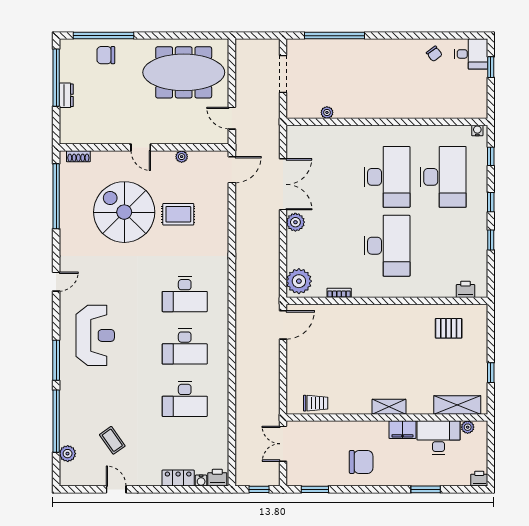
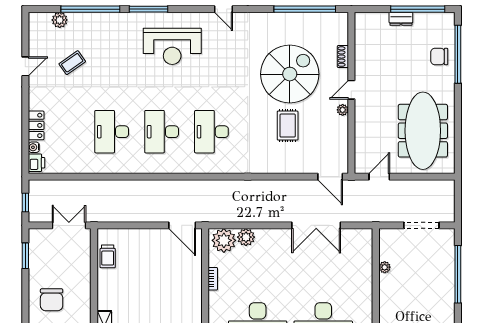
chair: (106, 55) -> (439, 56), turned -90
shoe rack: (78, 156) -> (343, 57), moved
plant: (182, 157) -> (343, 110), moved
plant: (295, 222) -> (246, 237), moved

